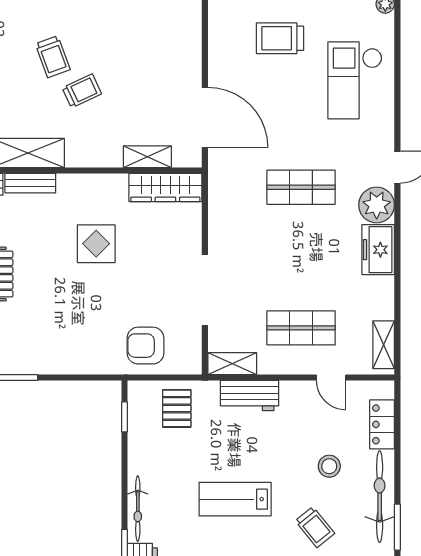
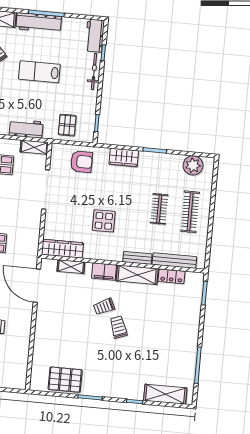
filing cabinet: (87, 153) -> (104, 272), added
wardrobe: (71, 360) -> (124, 157), added
lab bench: (235, 499) -> (39, 72), turned 180

